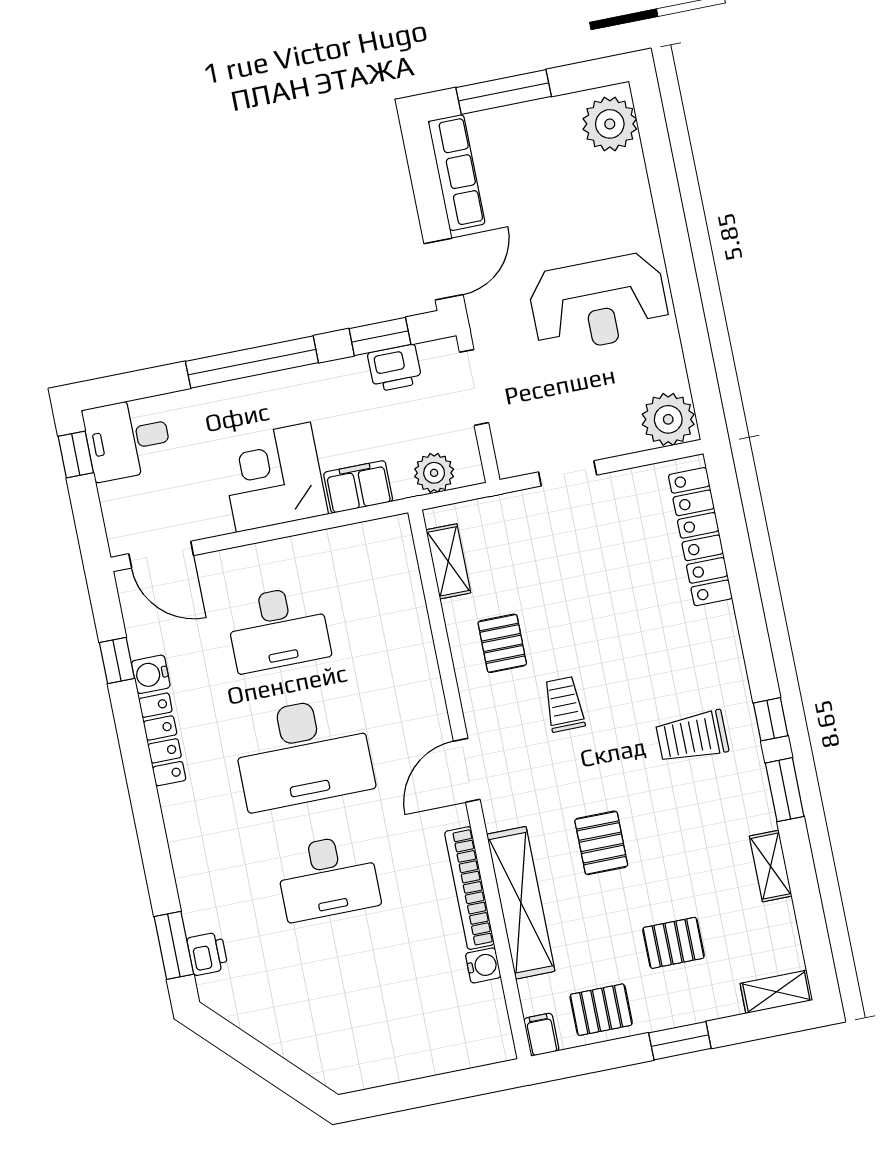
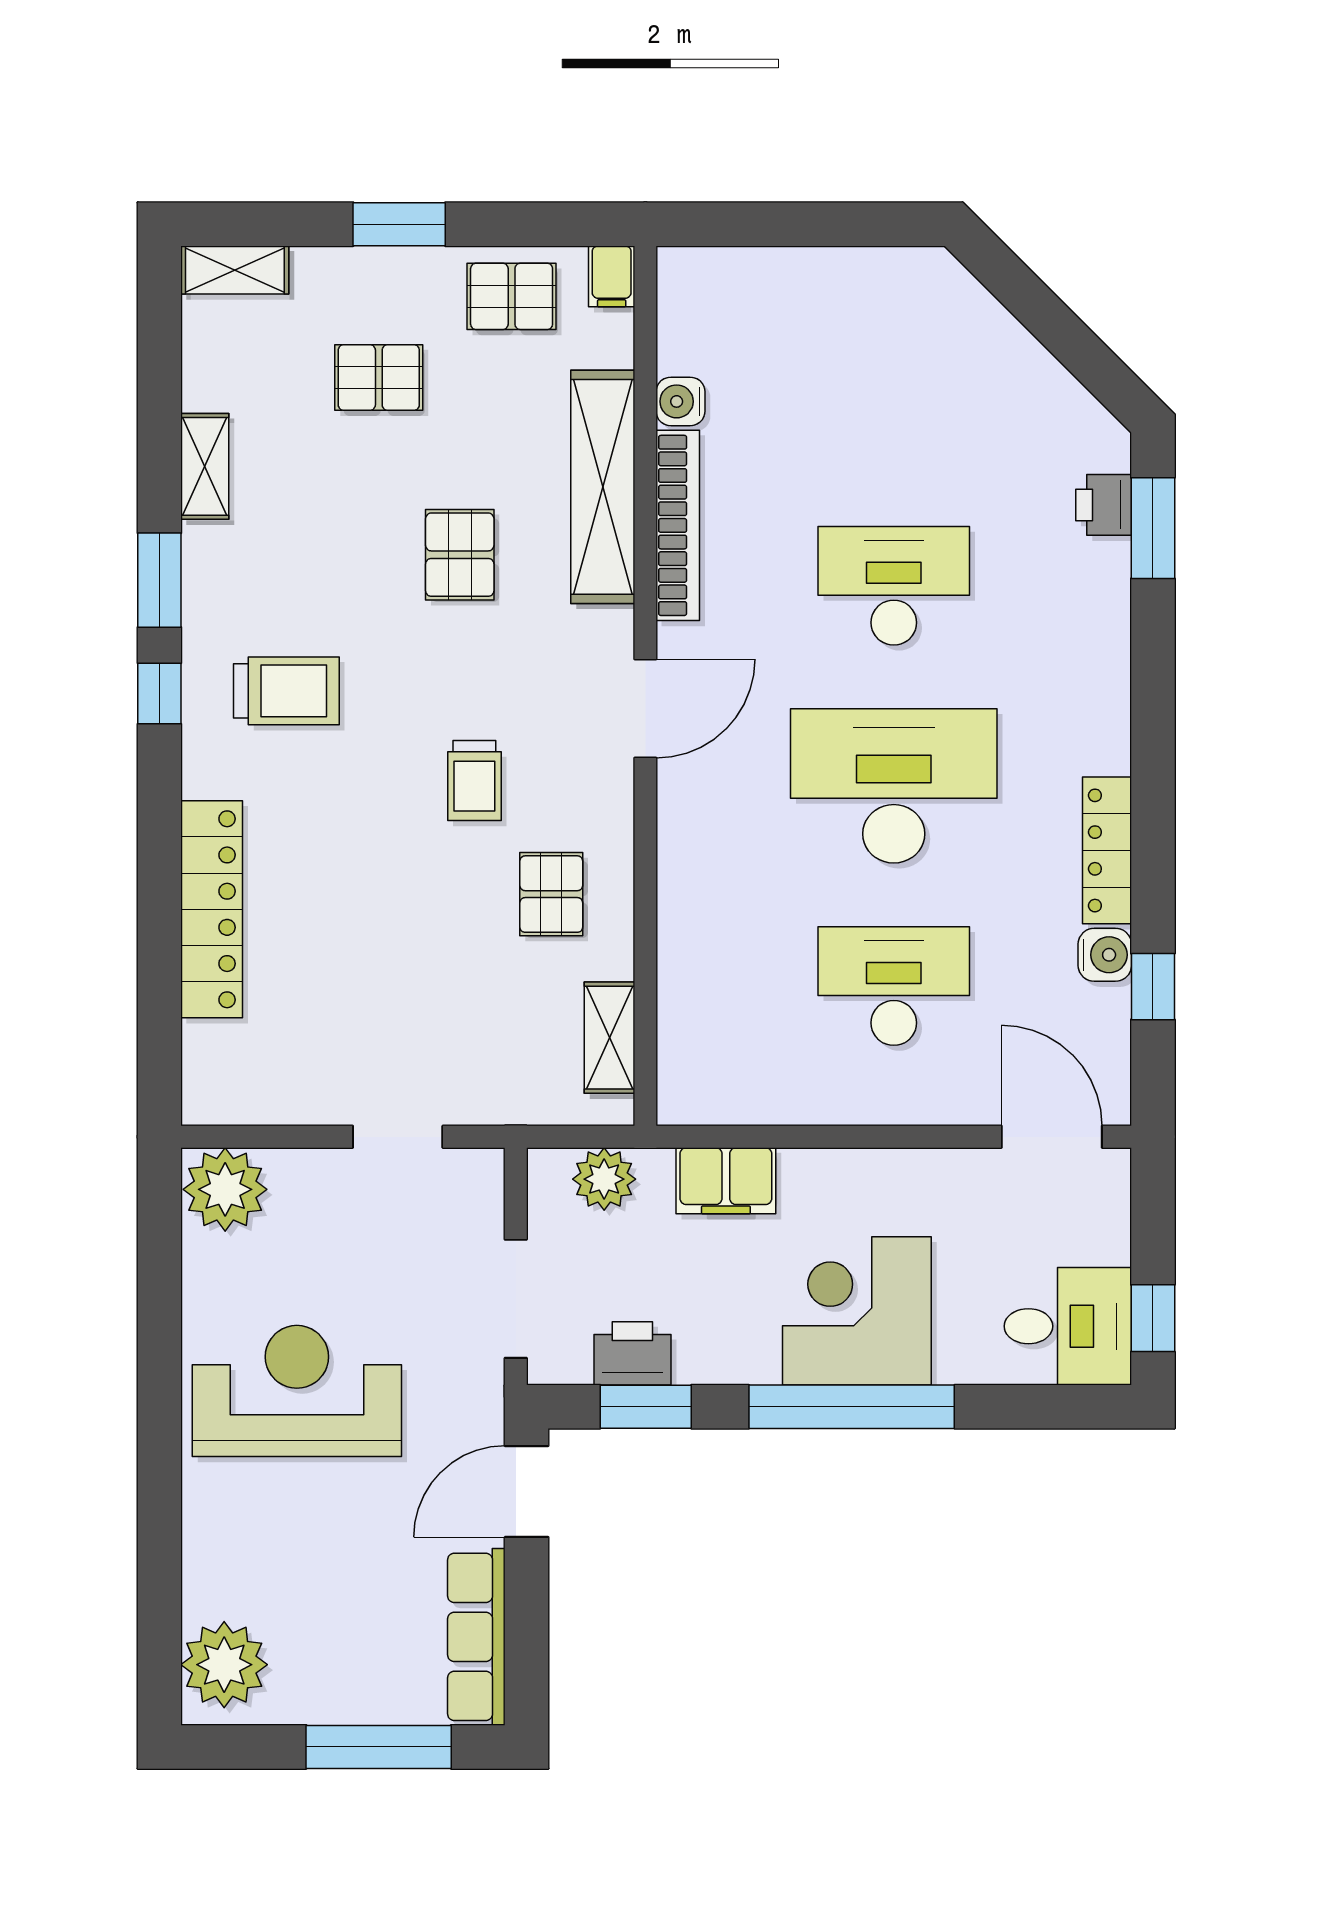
corner desk: (273, 477) -> (857, 1311), moved, turned 180
locker: (700, 537) -> (212, 909), moved

